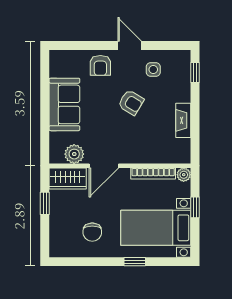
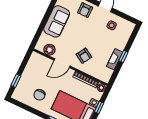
window: (195, 73) -> (123, 56), moved
armchair: (131, 102) -> (84, 56), moved
wardrobe: (68, 179) -> (40, 61), removed
window: (45, 203) -> (16, 81), moved

